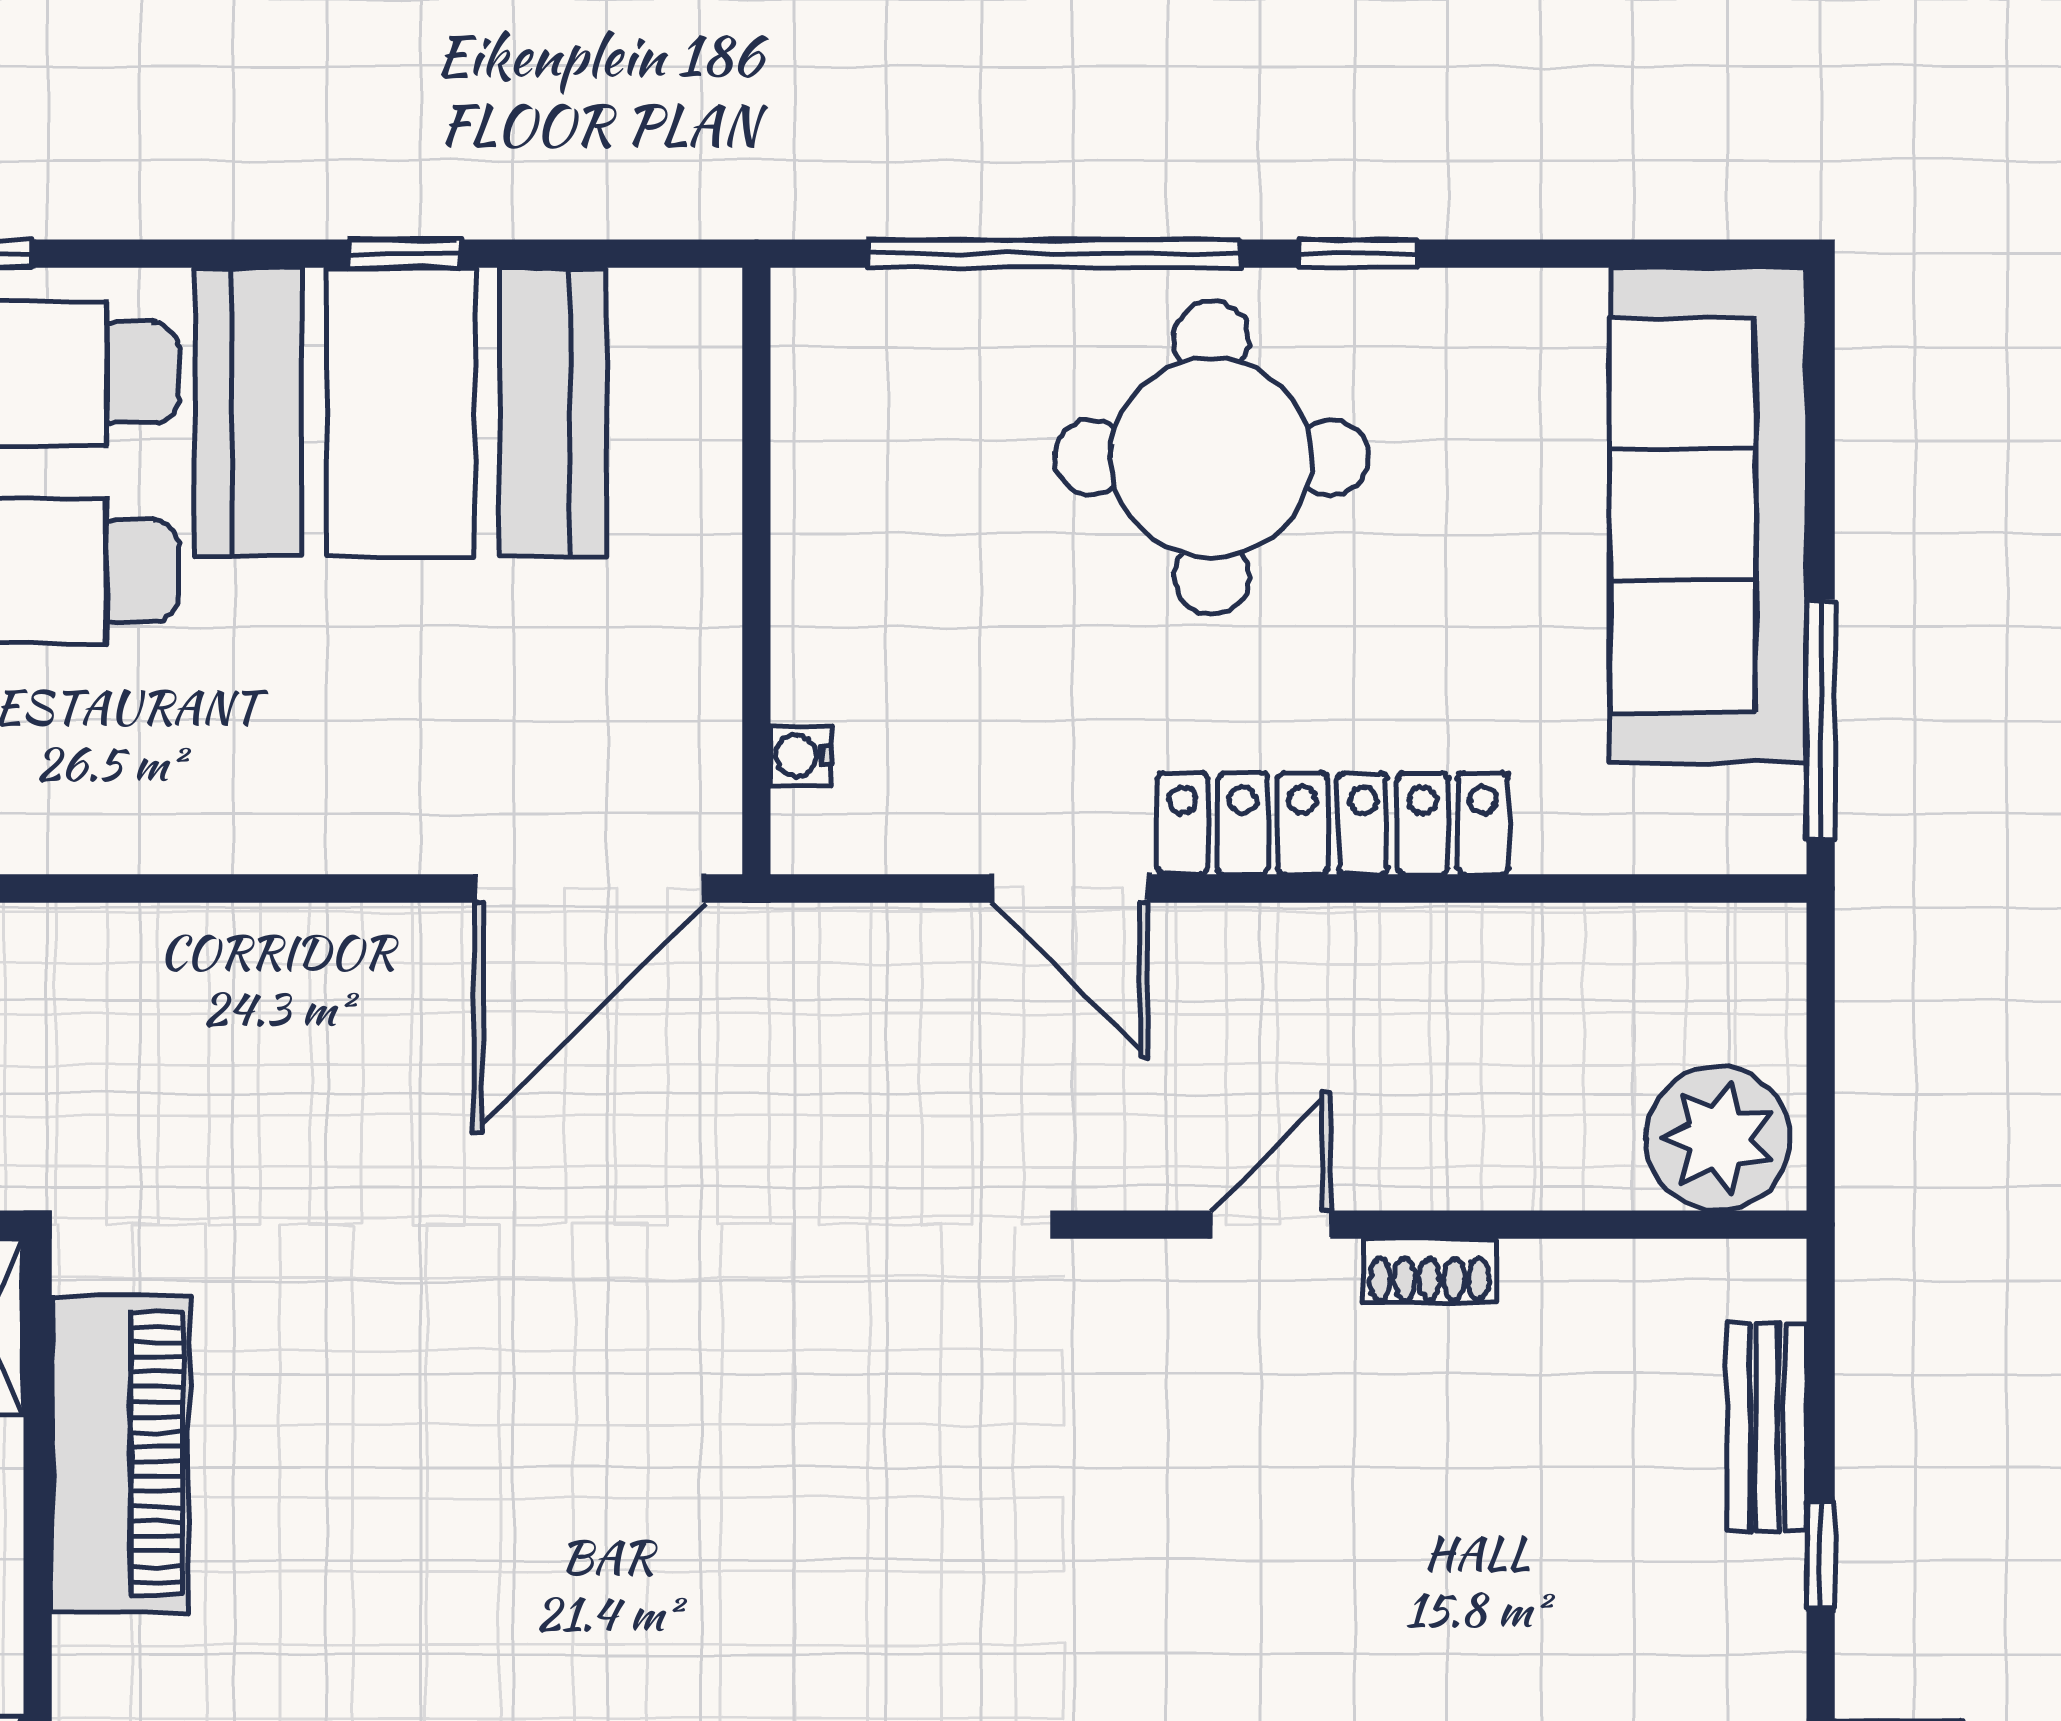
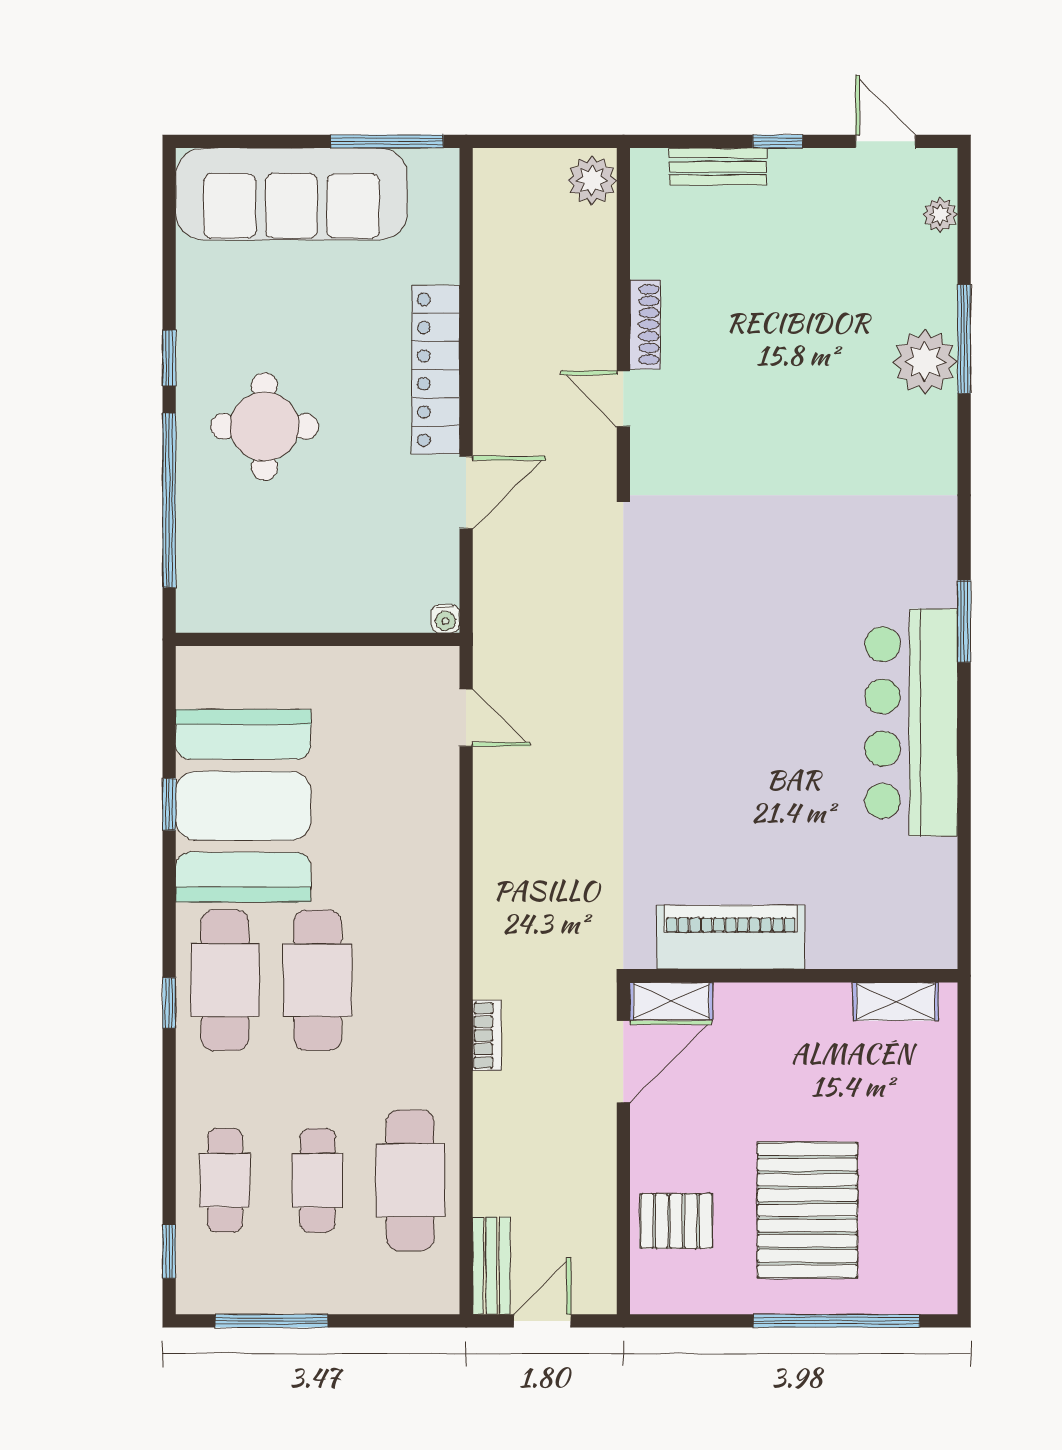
round table: (1211, 458) -> (265, 426), width x0.73, depth x0.73
water cooler: (801, 756) -> (445, 619), moved
door: (589, 889) -> (466, 718), width x0.53
plant: (1718, 1138) -> (592, 180), width x0.73, depth x0.73
shoe rack: (1429, 1271) -> (645, 325), width x1.43

